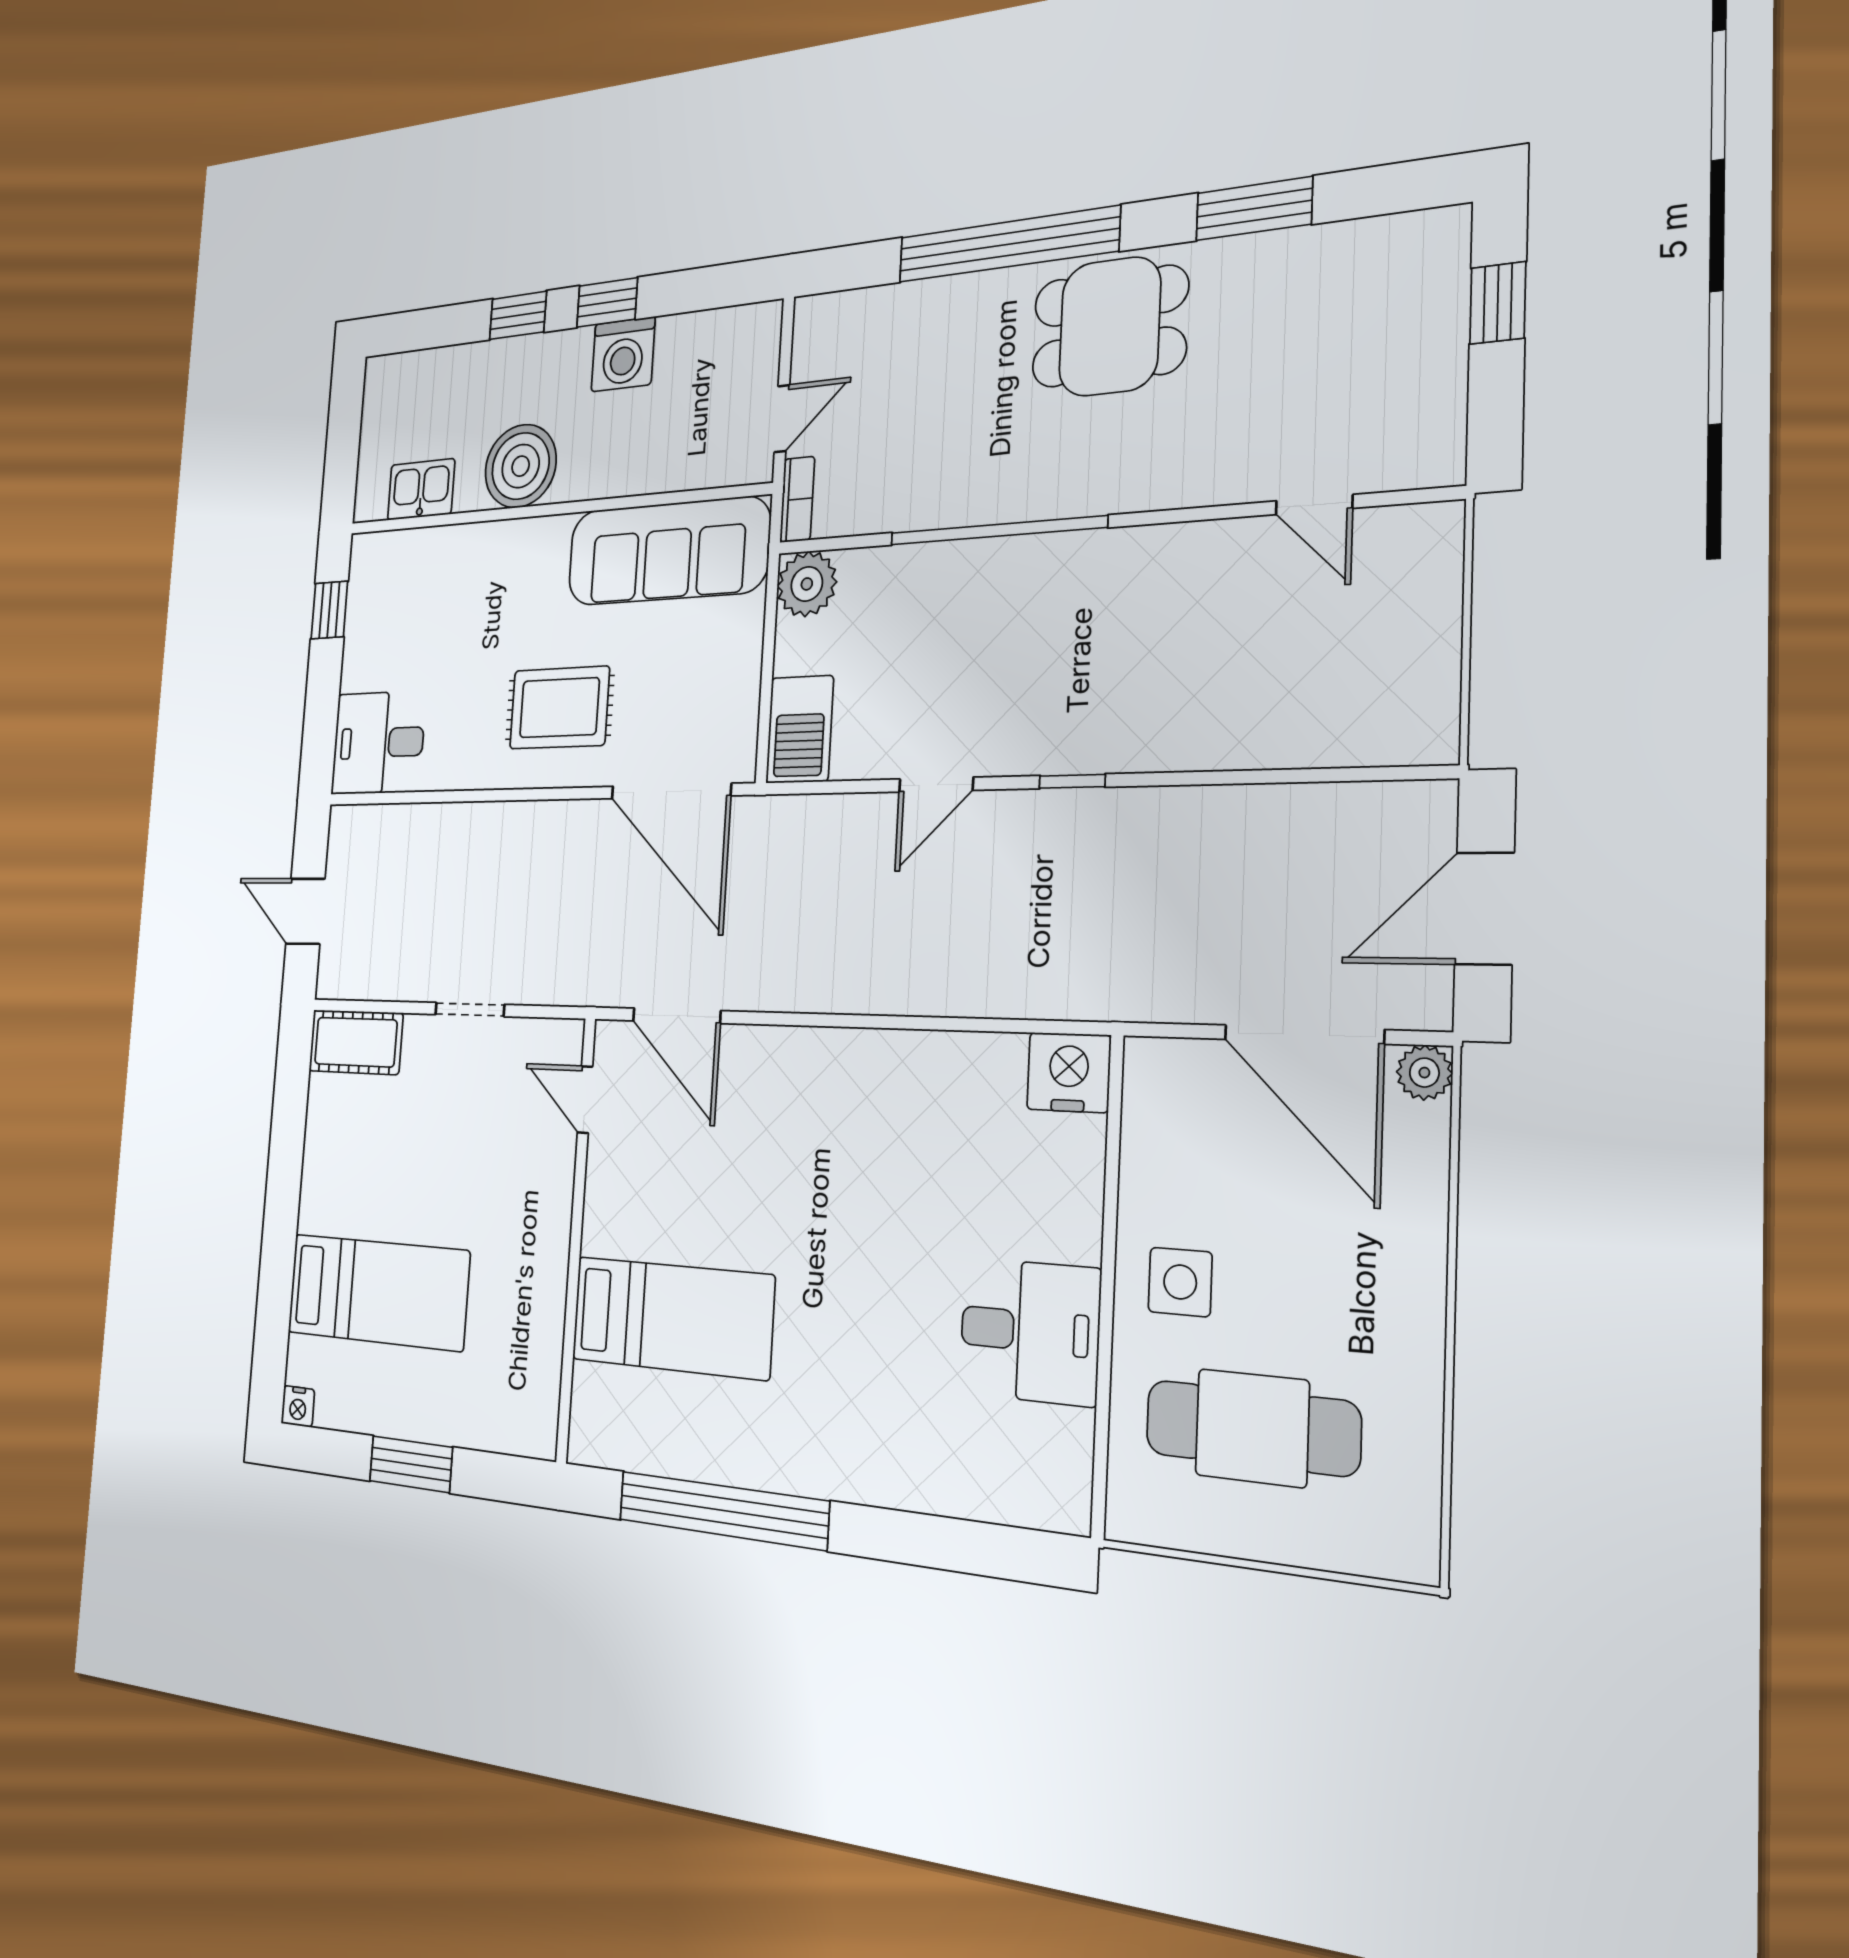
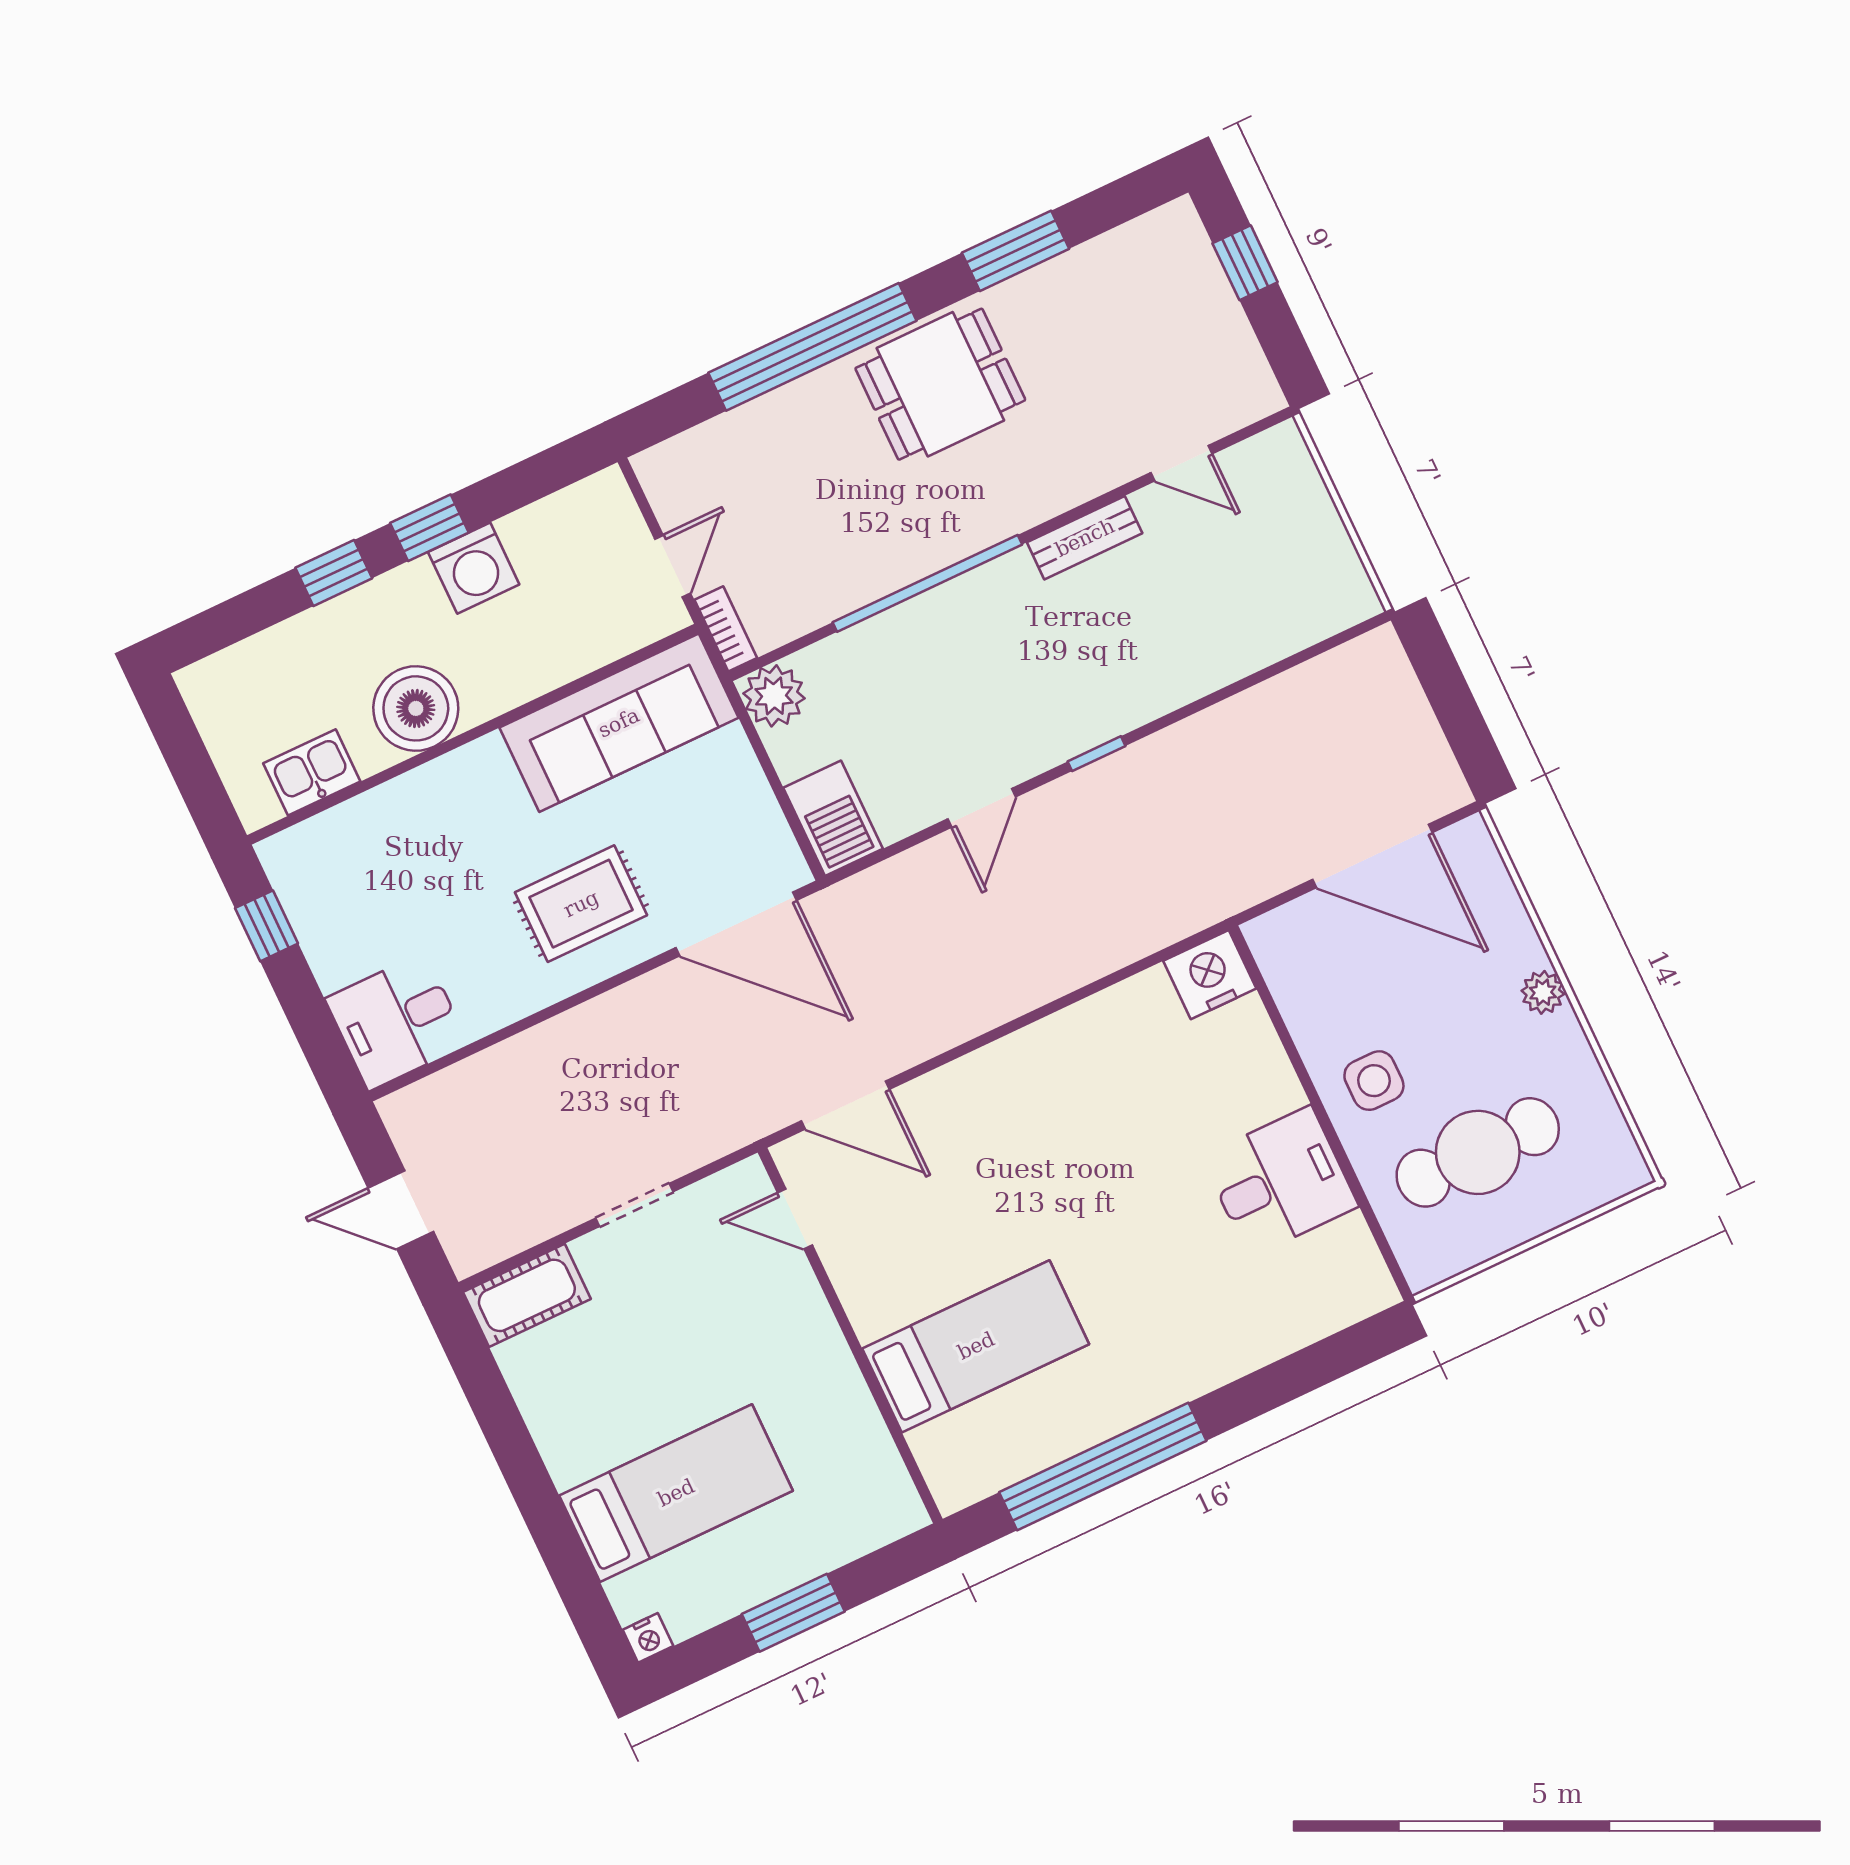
bench: (1173, 546) -> (1085, 538), added
door: (1484, 909) -> (1454, 705), removed
plant: (1424, 1073) -> (1543, 992), moved

